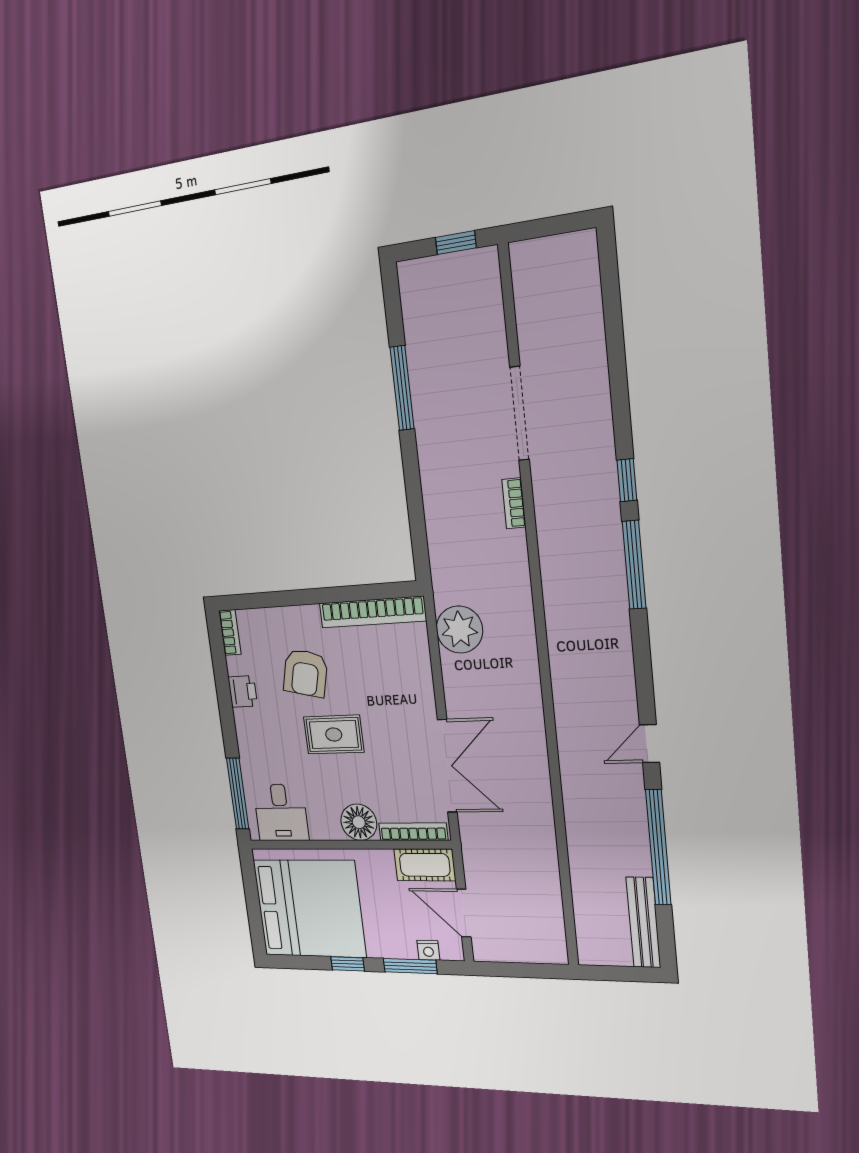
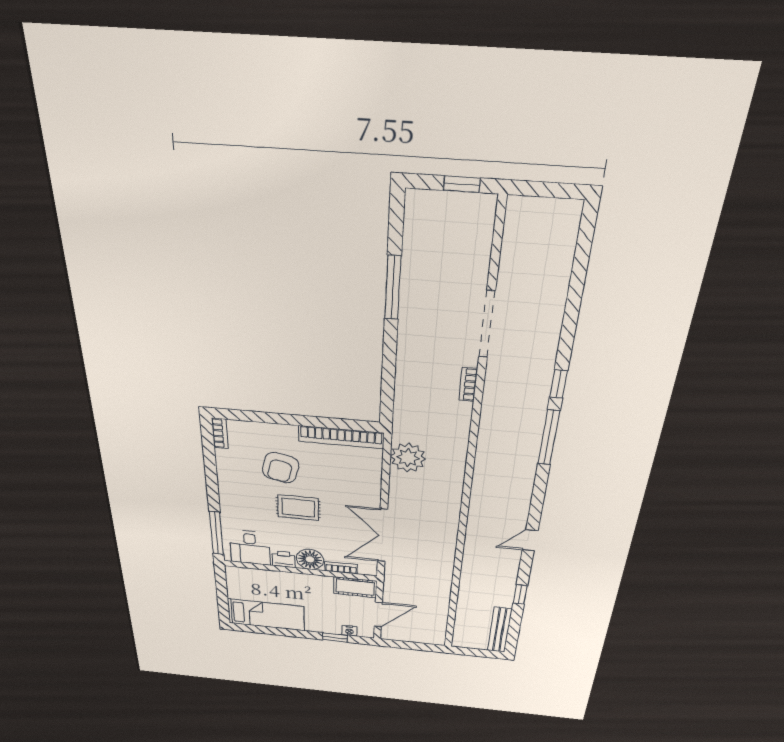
printer: (243, 692) -> (284, 559), moved, turned -90
double door: (447, 766) -> (382, 536), swing flipped
bookcase: (413, 832) -> (341, 568), width x0.64
window: (658, 848) -> (520, 594), width x0.32
bed: (309, 908) -> (266, 615), width x0.49
door: (464, 913) -> (378, 614), swing flipped
window: (348, 964) -> (290, 633), removed
window: (410, 966) -> (335, 638), width x0.67

